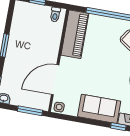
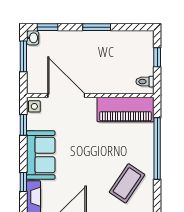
window: (30, 111) -> (23, 56), moved
window: (72, 118) -> (23, 125), added

